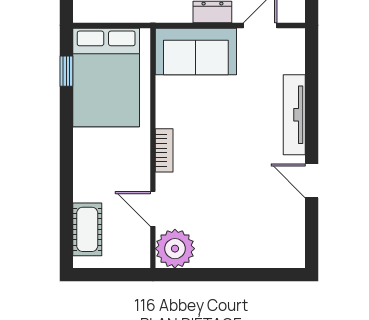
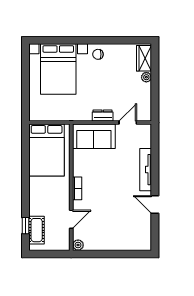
window: (66, 71) -> (26, 226), moved
door: (153, 209) -> (71, 219), swing flipped
plant: (175, 249) -> (78, 245), width x0.53, depth x0.53

